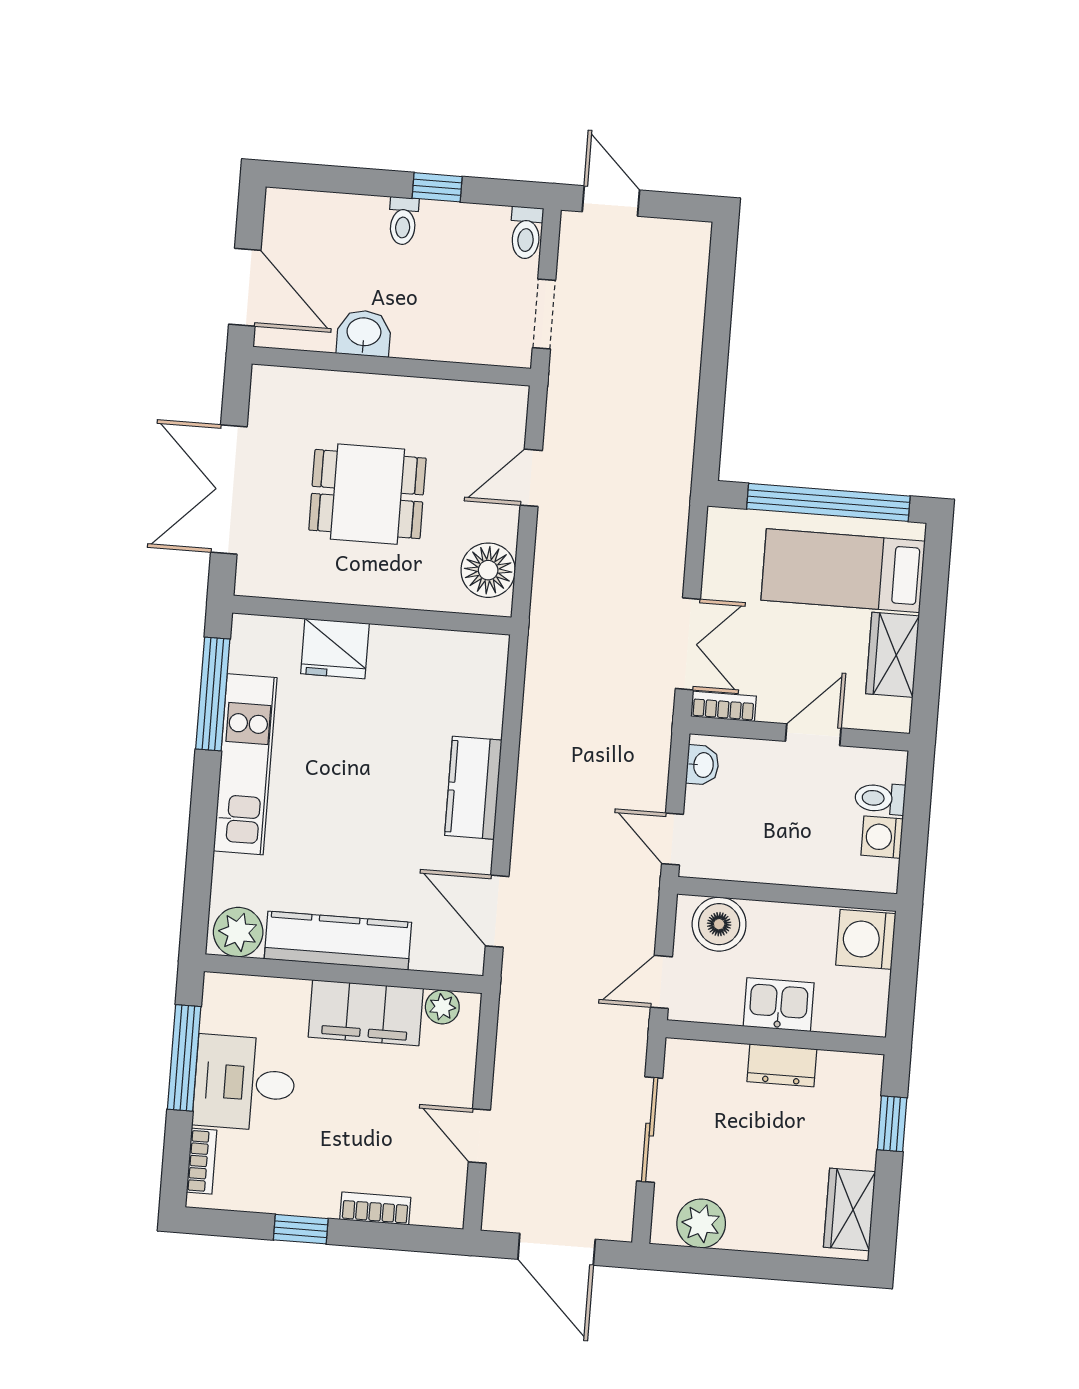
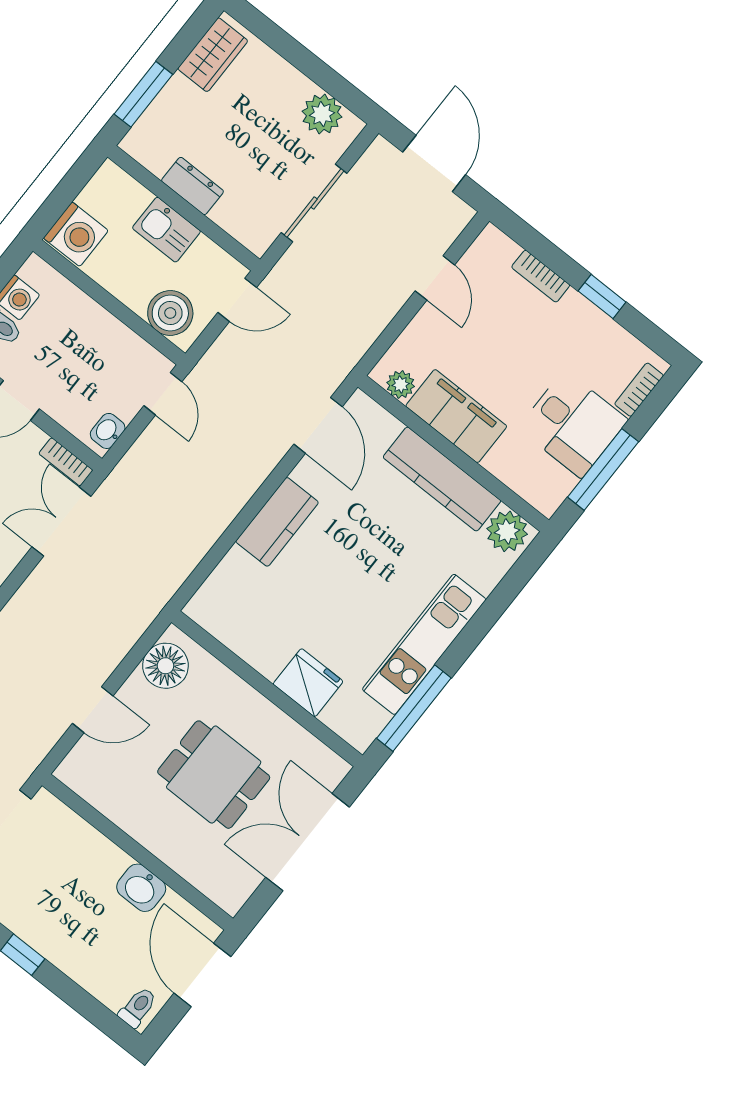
toilet: (403, 221) -> (138, 1007), moved
double door: (229, 490) -> (308, 842), swing flipped
window: (892, 1124) -> (143, 94), width x1.50

